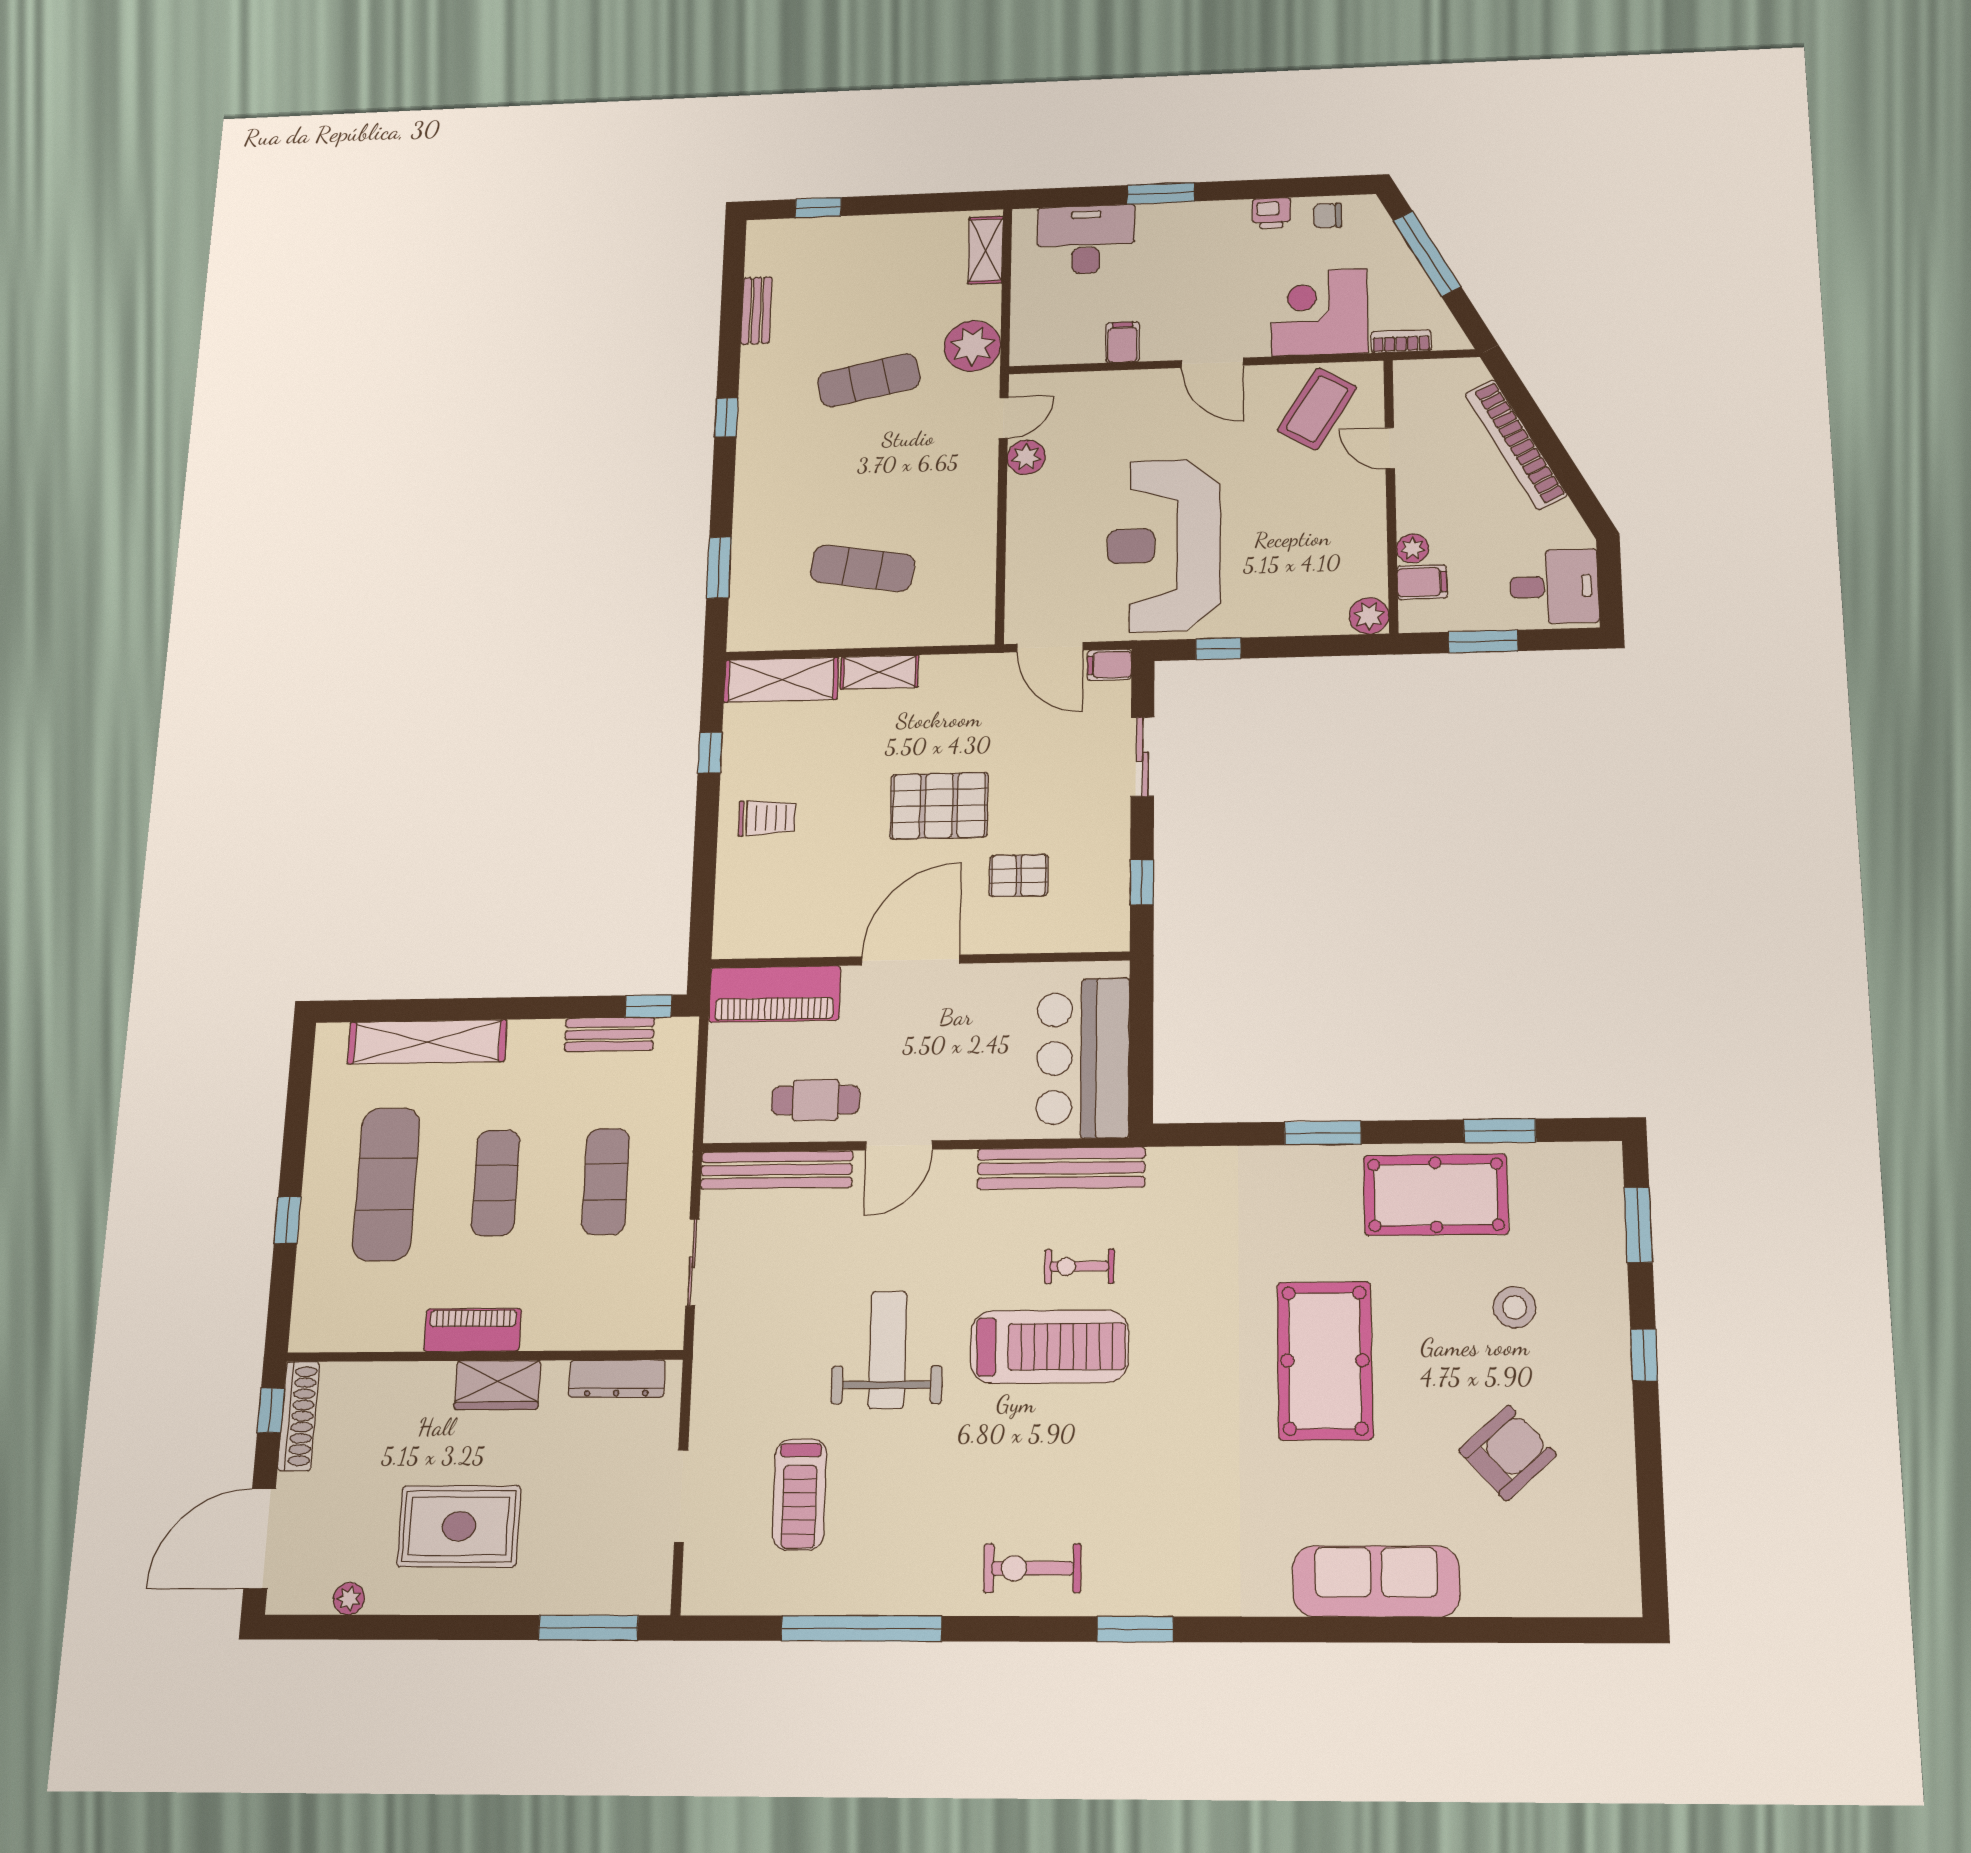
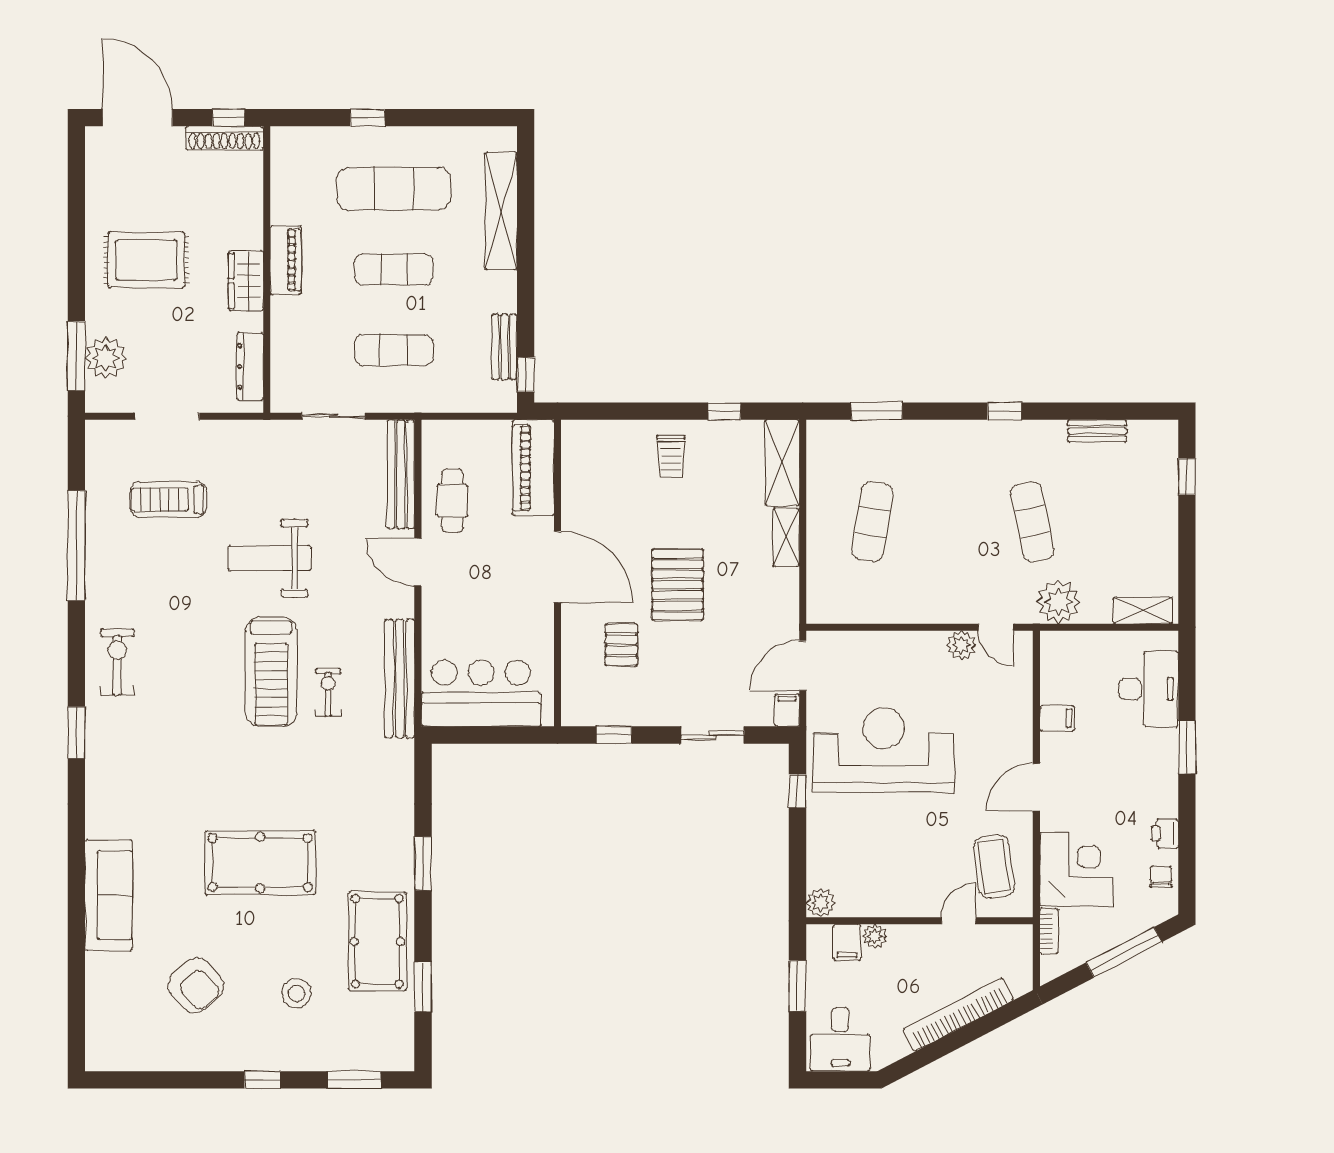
coffee table: (1317, 409) -> (994, 867), turned 51
weight bench: (888, 1350) -> (270, 558), turned 180
rug: (459, 1526) -> (146, 260), turned 90
plant: (349, 1599) -> (106, 358), moved, width x1.88, depth x1.88

